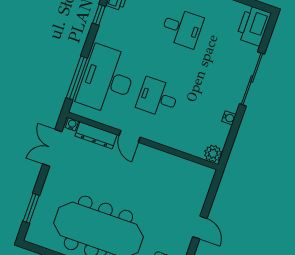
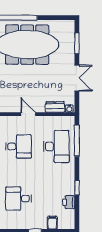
desk: (107, 80) -> (56, 146), width x0.73, depth x0.77
dresser: (96, 135) -> (55, 107), width x0.70
double door: (52, 148) -> (77, 78), moved

